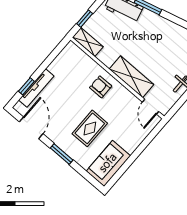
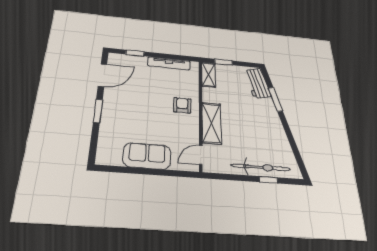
tv unit: (36, 88) -> (169, 63), moved
rug: (90, 128) -> (140, 119), removed
sofa: (108, 163) -> (147, 156), moved

